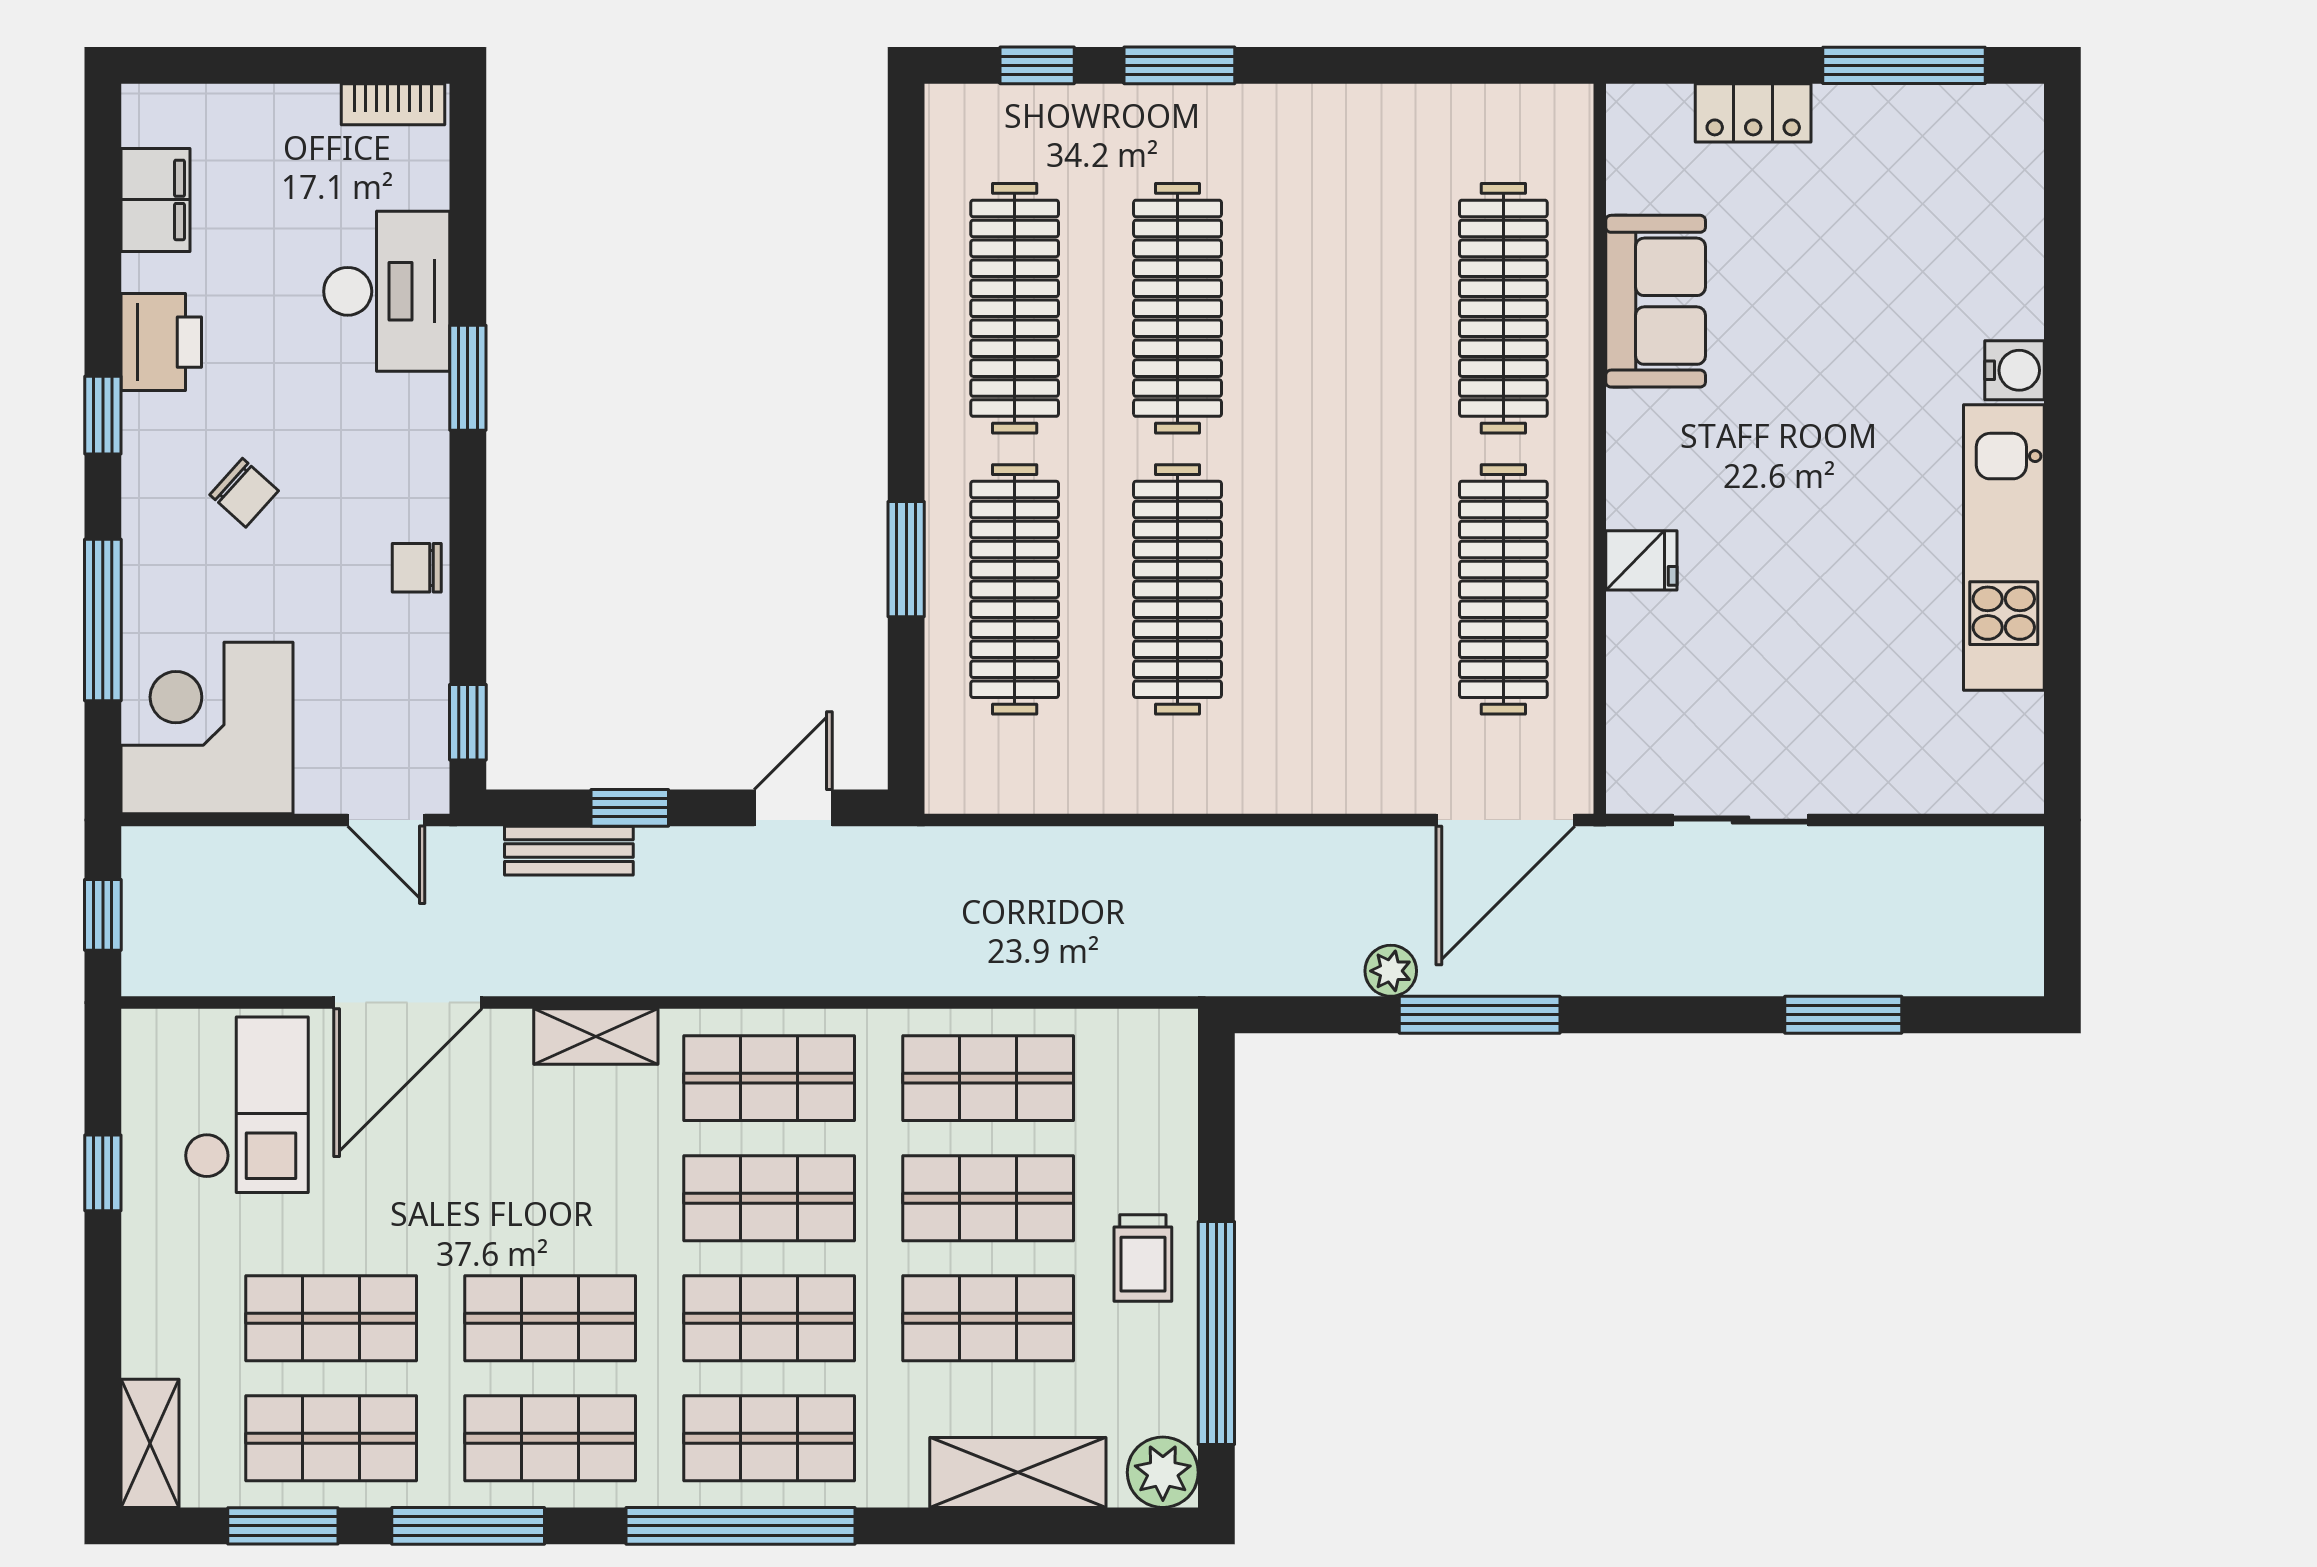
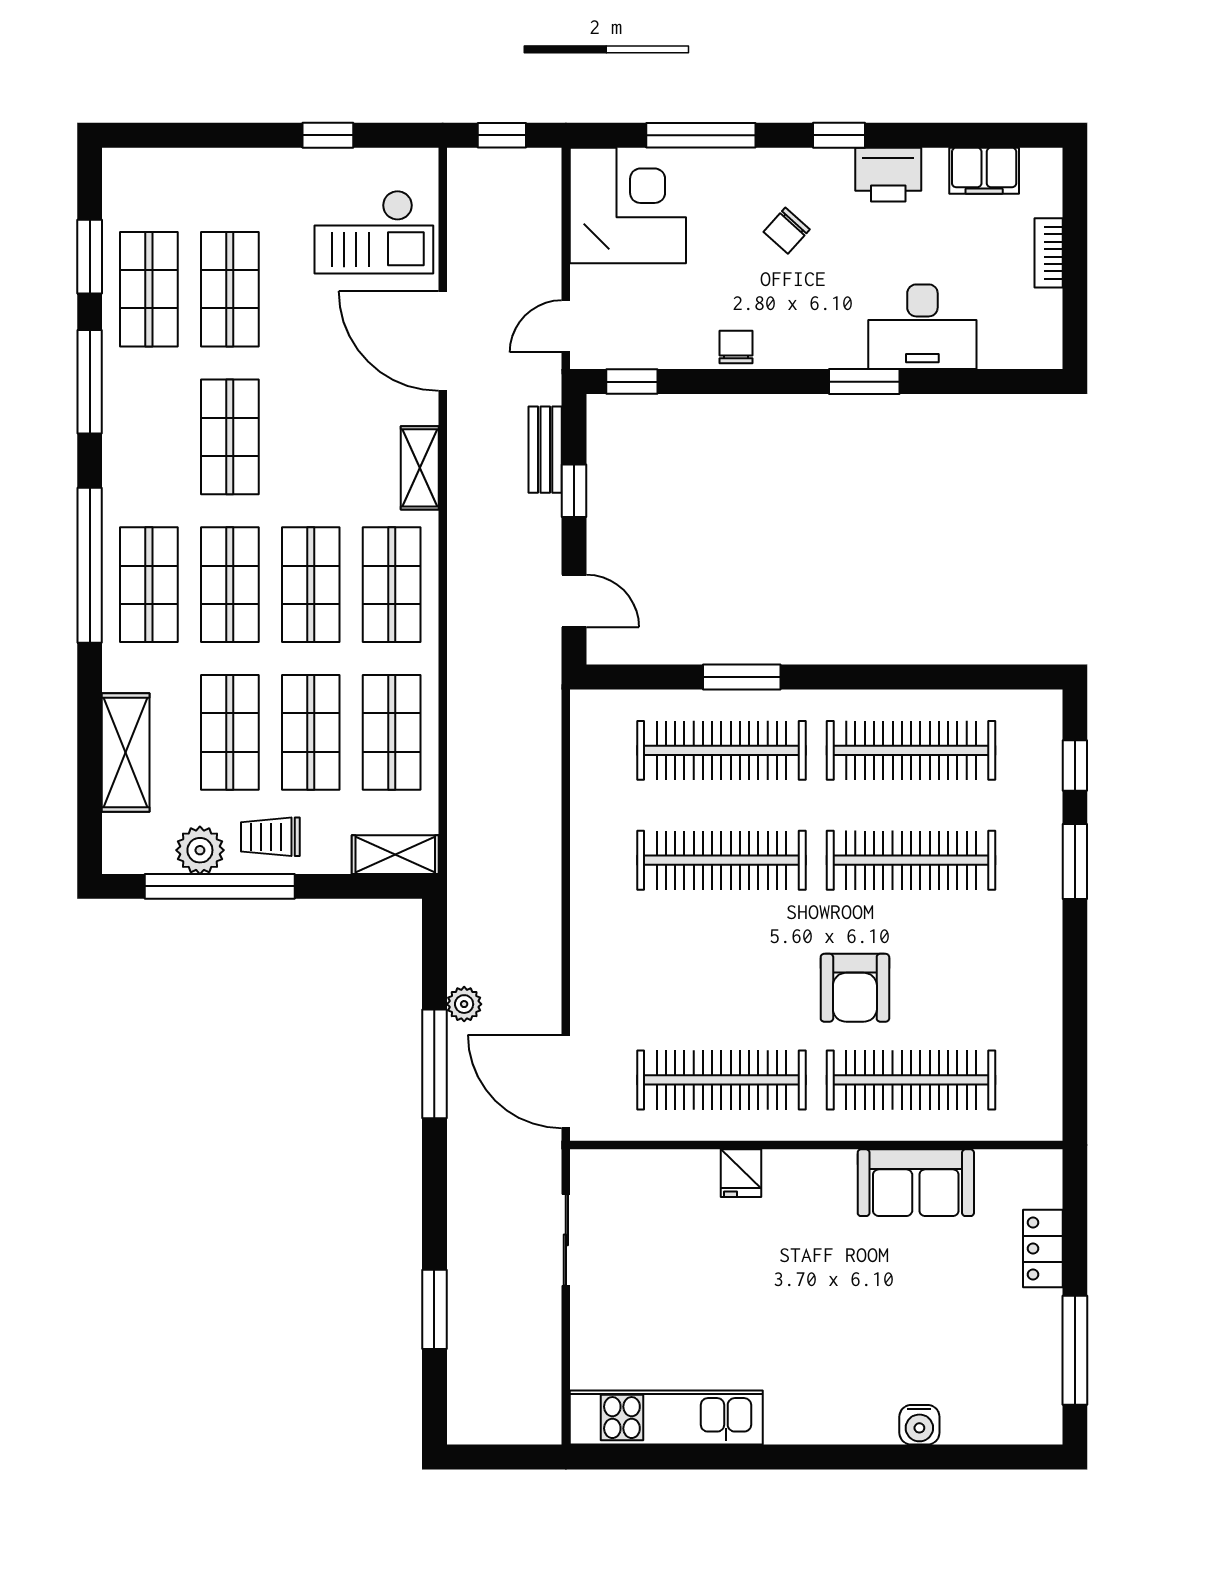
bookcase: (393, 104) -> (1049, 253), moved
water cooler: (2014, 370) -> (919, 1425), moved
armchair: (1367, 391) -> (855, 988), added
kitchen unit: (2004, 547) -> (666, 1418), moved
shop shelf: (550, 1438) -> (149, 437), removed
shelving: (150, 1443) -> (395, 855), moved
plant: (1163, 1472) -> (200, 850), moved

